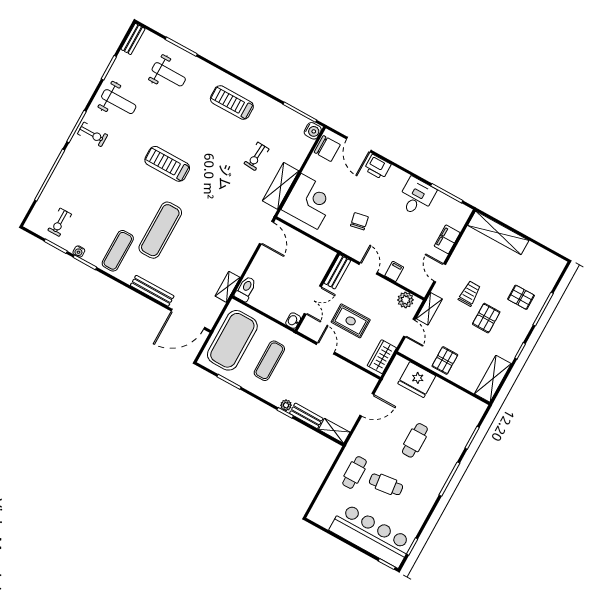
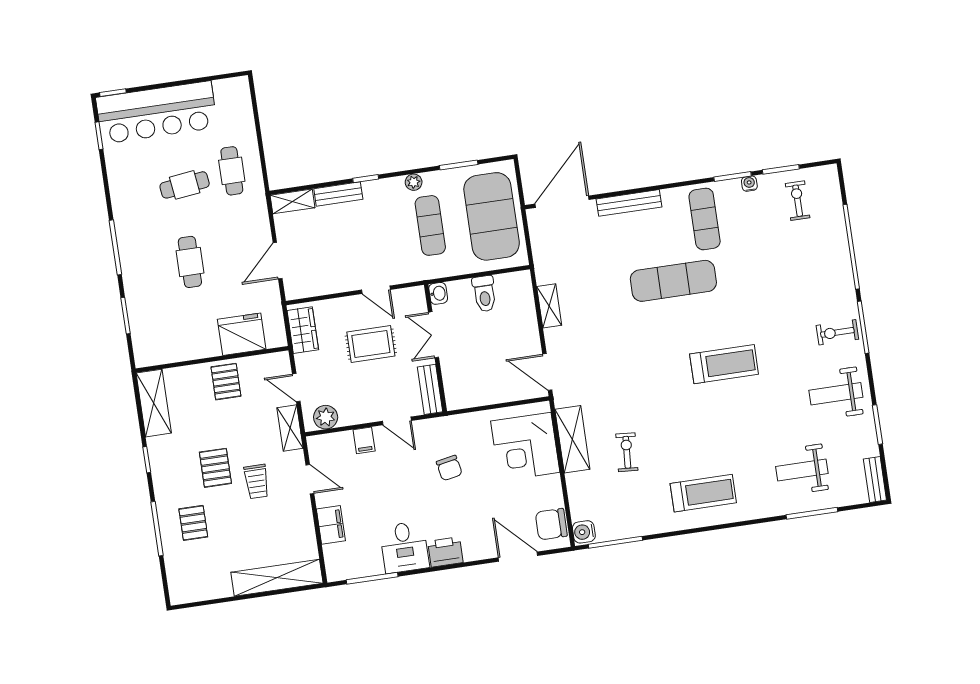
printer: (378, 167) -> (445, 552), moved
exercise mat: (160, 230) -> (673, 281), turned 90
shelving: (228, 287) -> (549, 306), moved
toilet: (246, 289) -> (484, 294), moved
pallet: (521, 297) -> (193, 523), turned 90
plant: (286, 405) -> (414, 182), moved

